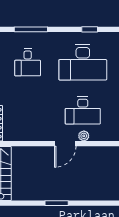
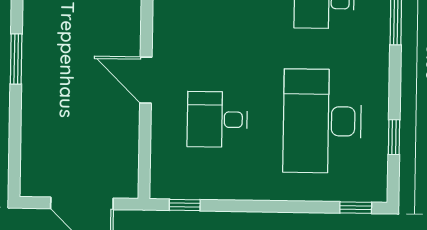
desk: (83, 110) -> (217, 119), width x0.73
plant: (84, 136) -> (162, 121), removed

